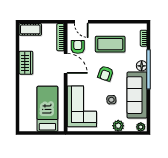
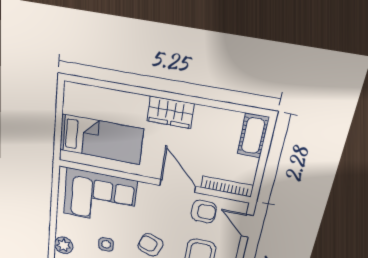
door: (81, 22) -> (247, 226), hinge flipped
wardrobe: (26, 63) -> (170, 112), moved
door: (66, 63) -> (178, 186), swing flipped

